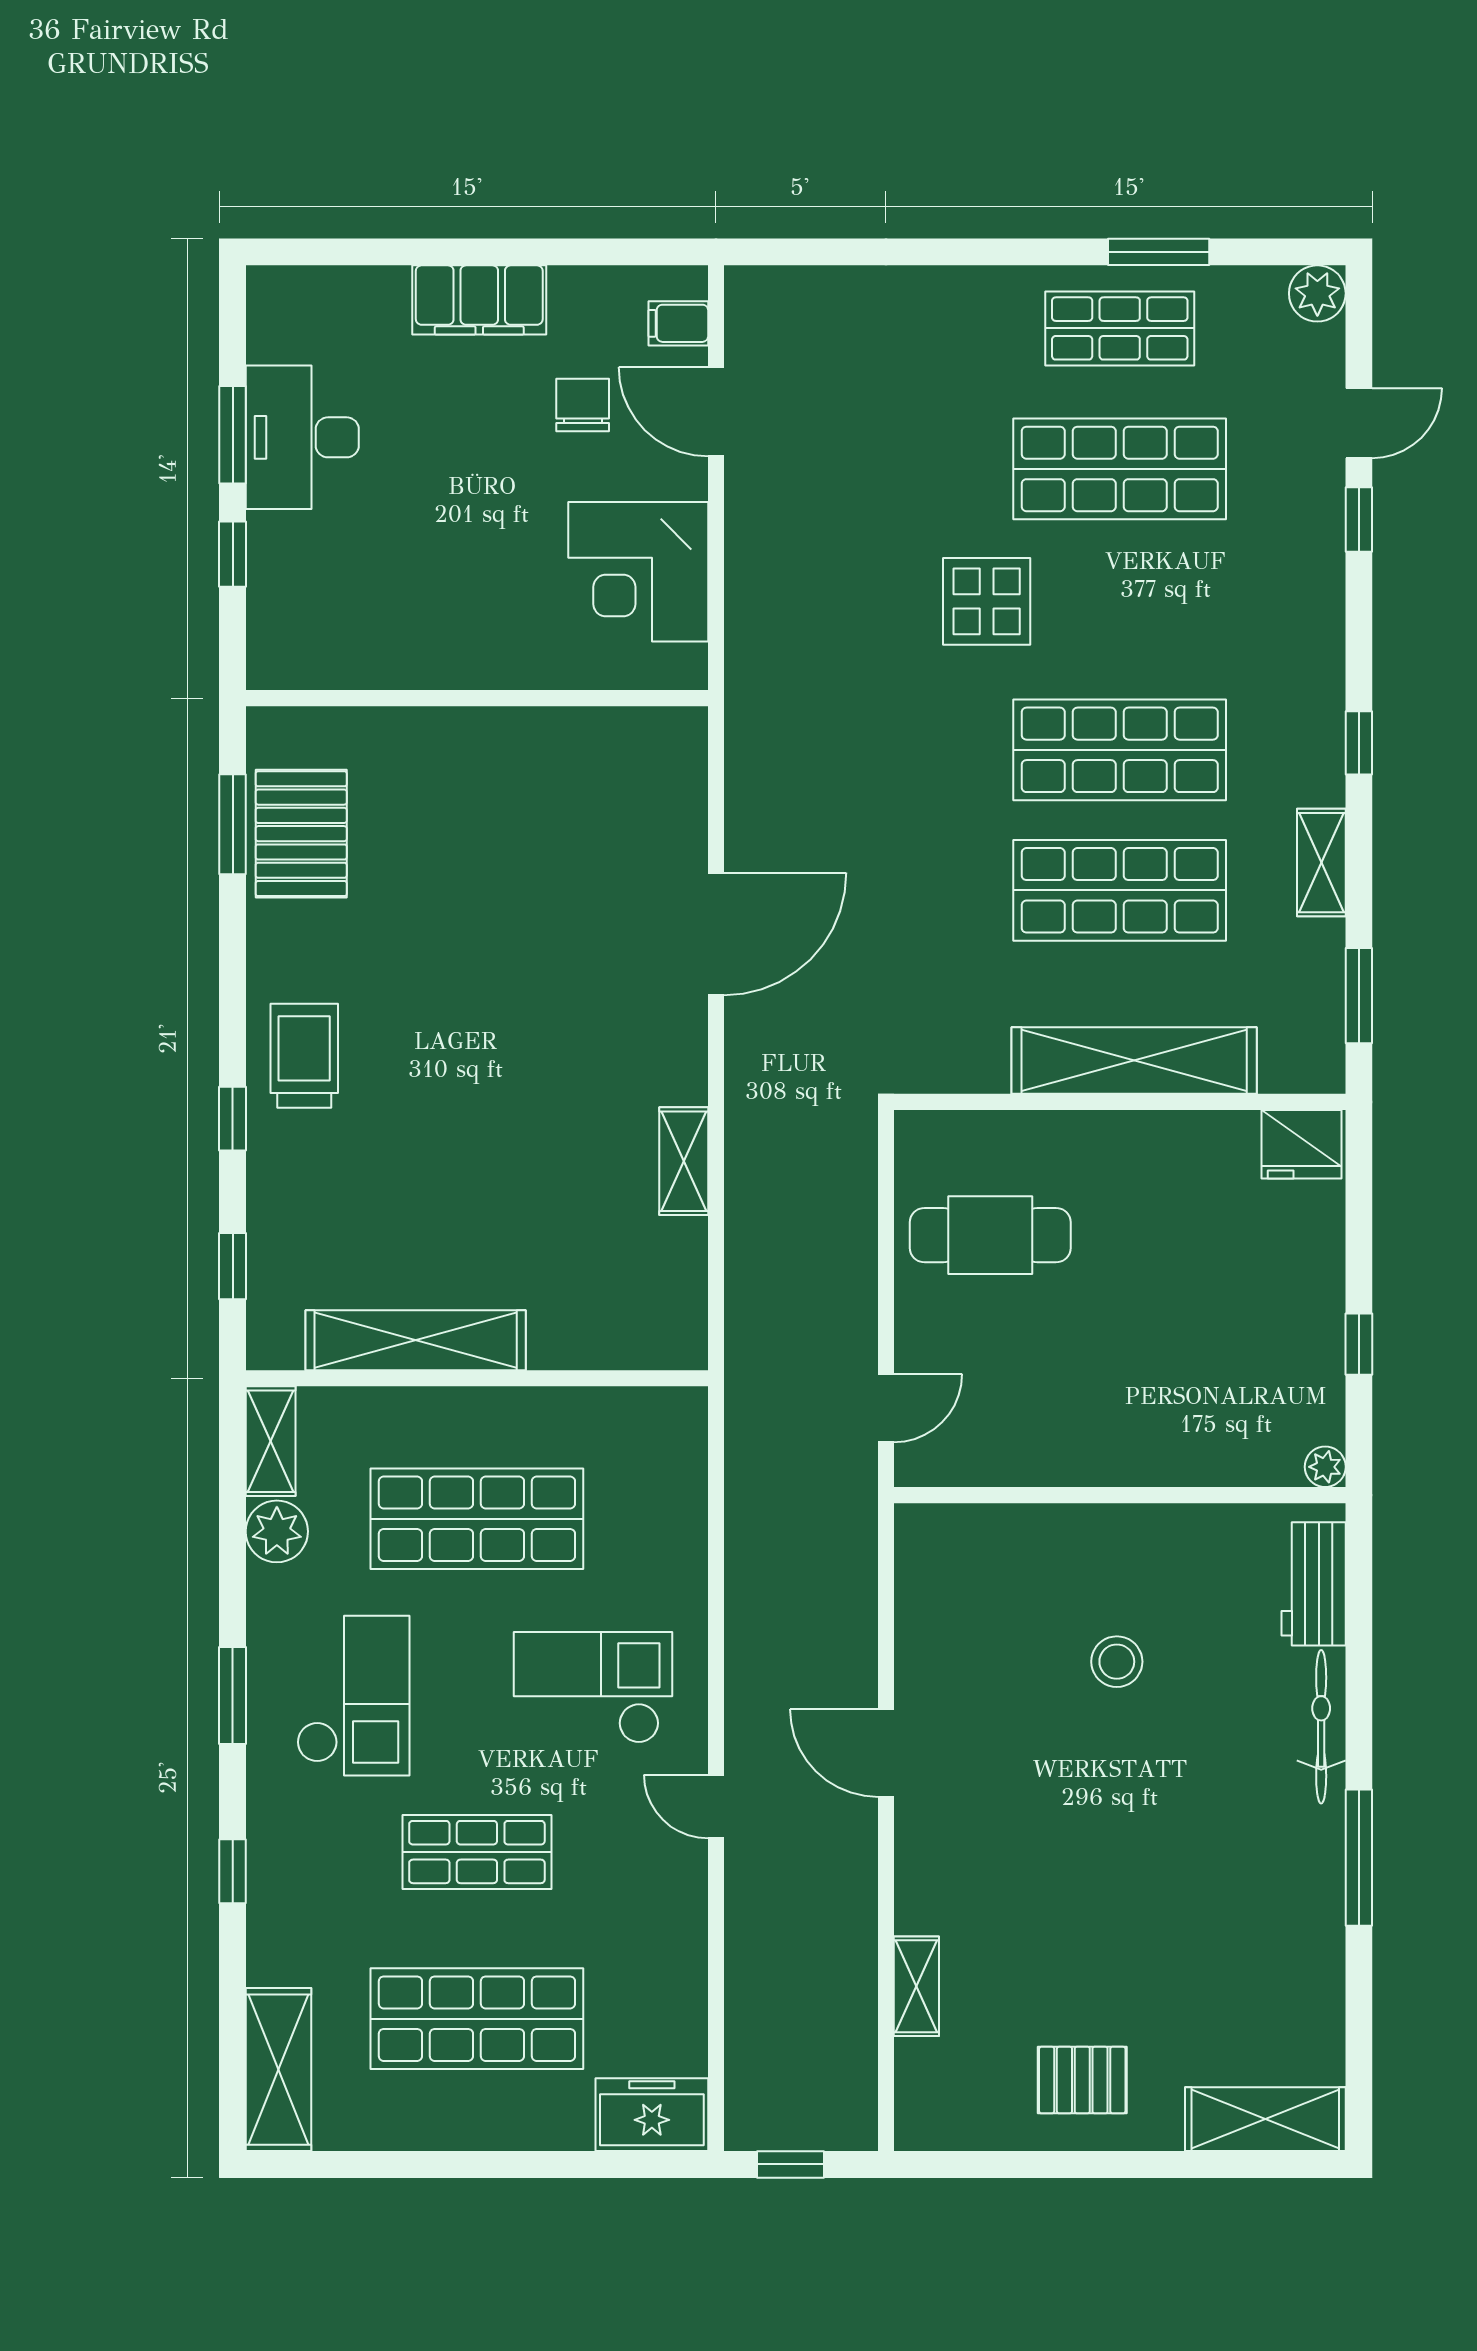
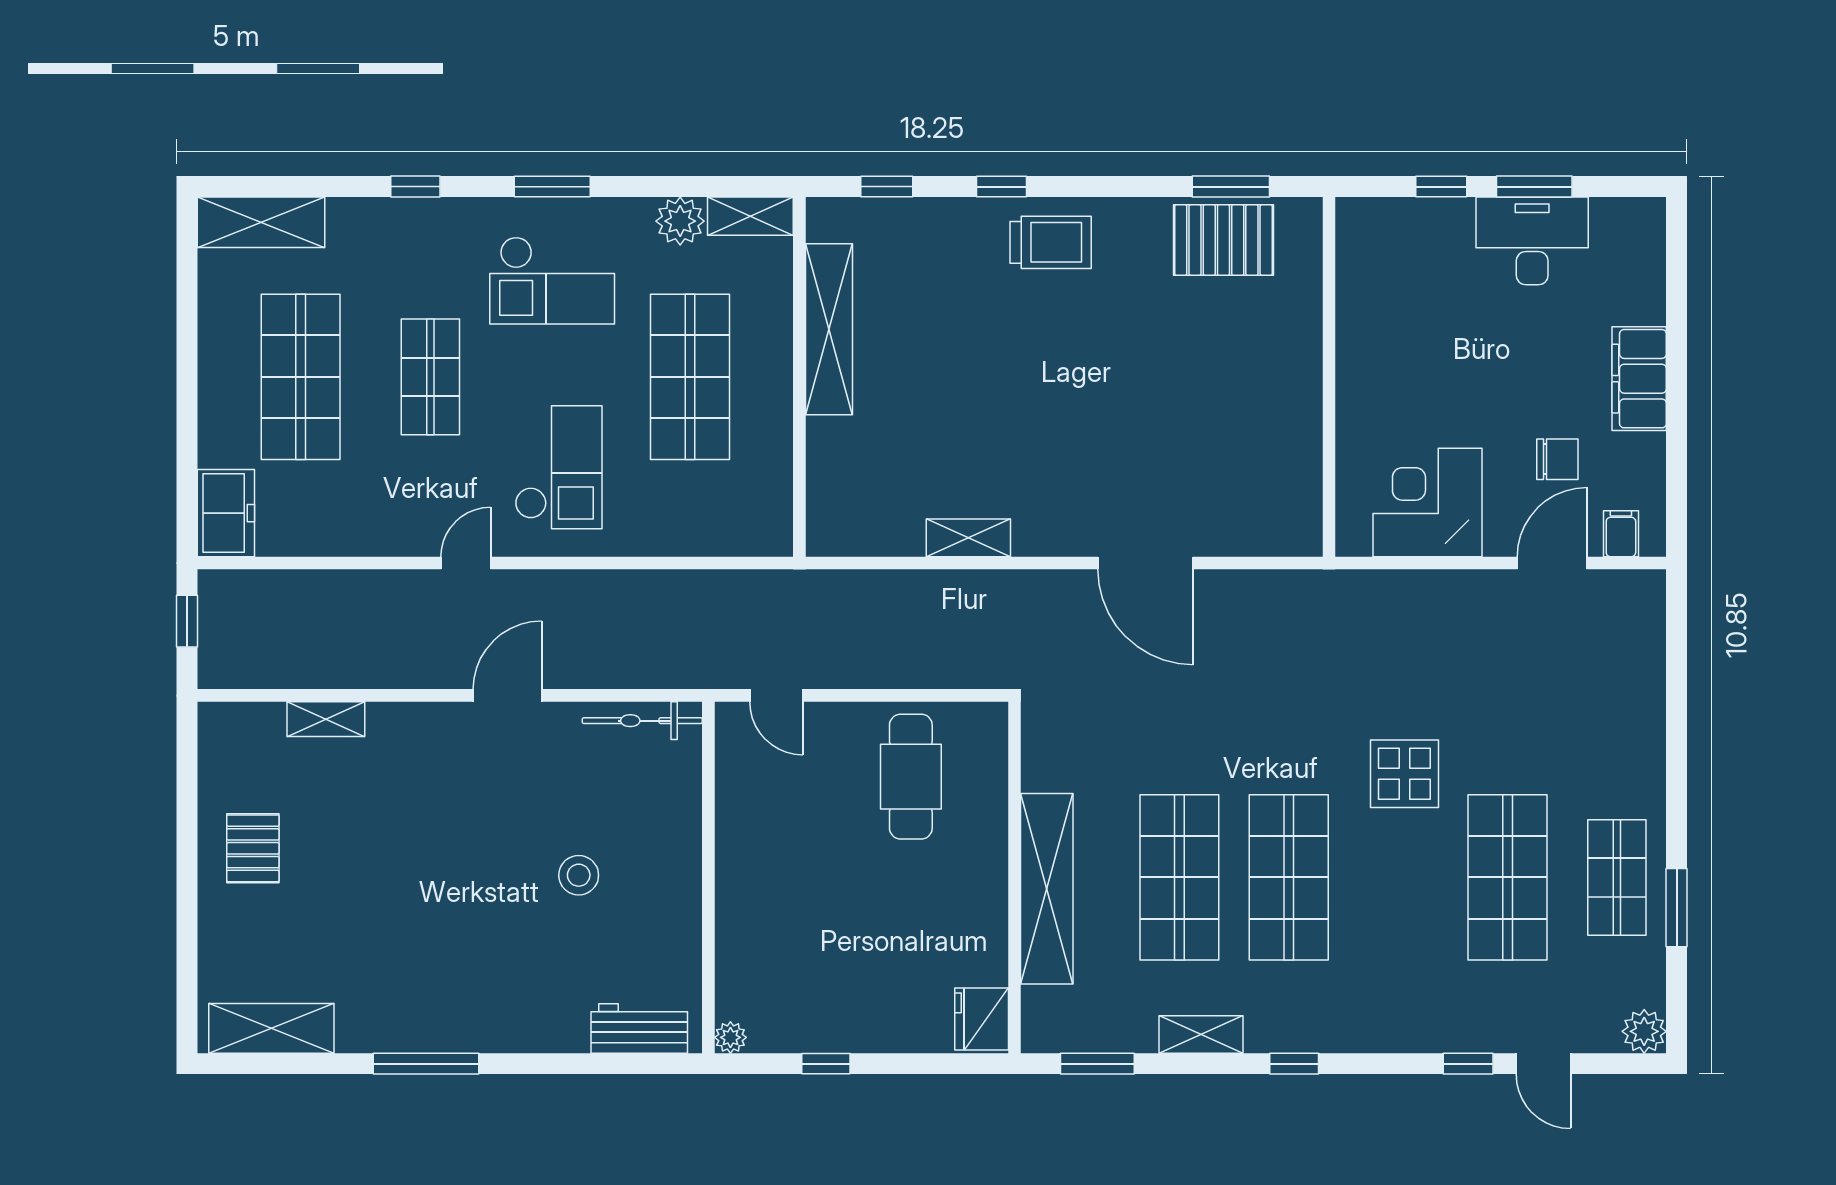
bicycle: (1321, 1727) -> (642, 721), moved, turned 180
shelving: (1265, 2119) -> (271, 1028), moved, turned 90

